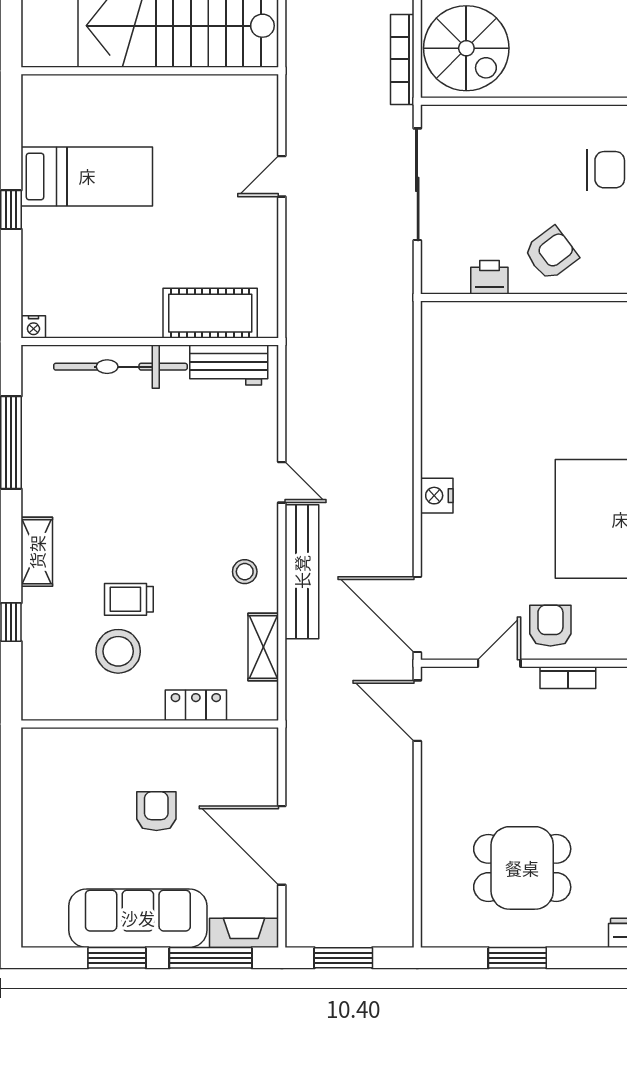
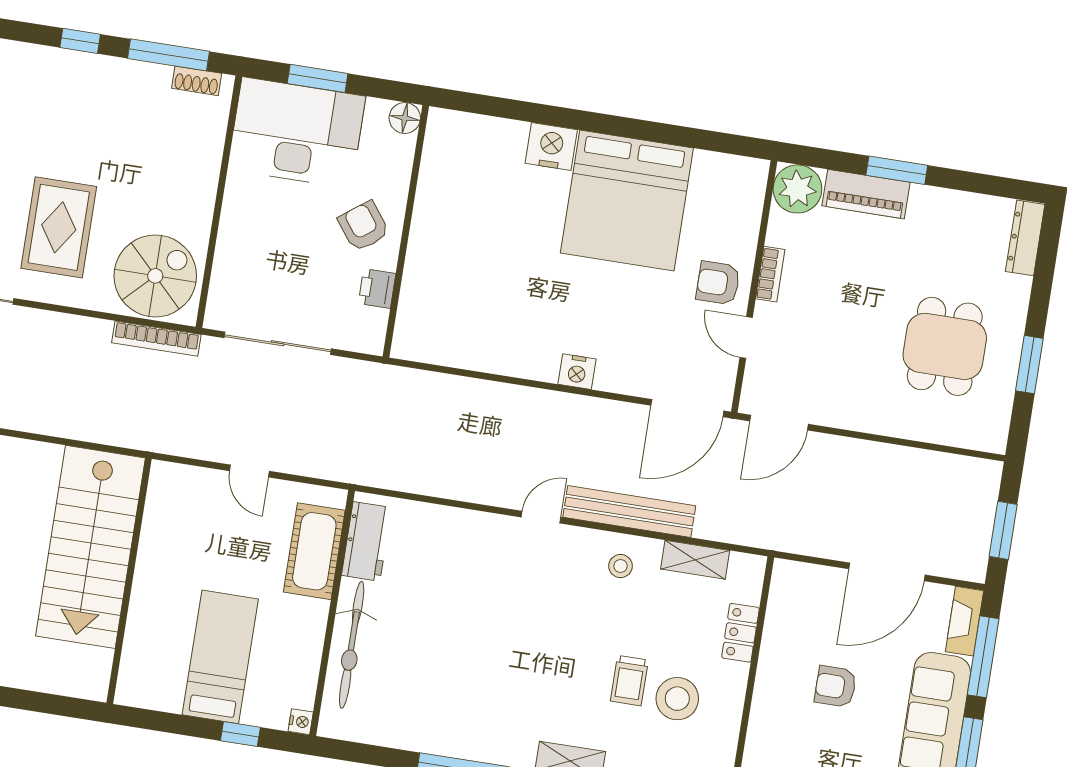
cot: (210, 313) -> (314, 551), moved
nightstand: (33, 327) -> (301, 722), moved
wall: (150, 342) -> (332, 613), moved
workbench: (229, 365) -> (367, 541), moved
bicycle: (120, 367) -> (352, 645), moved

